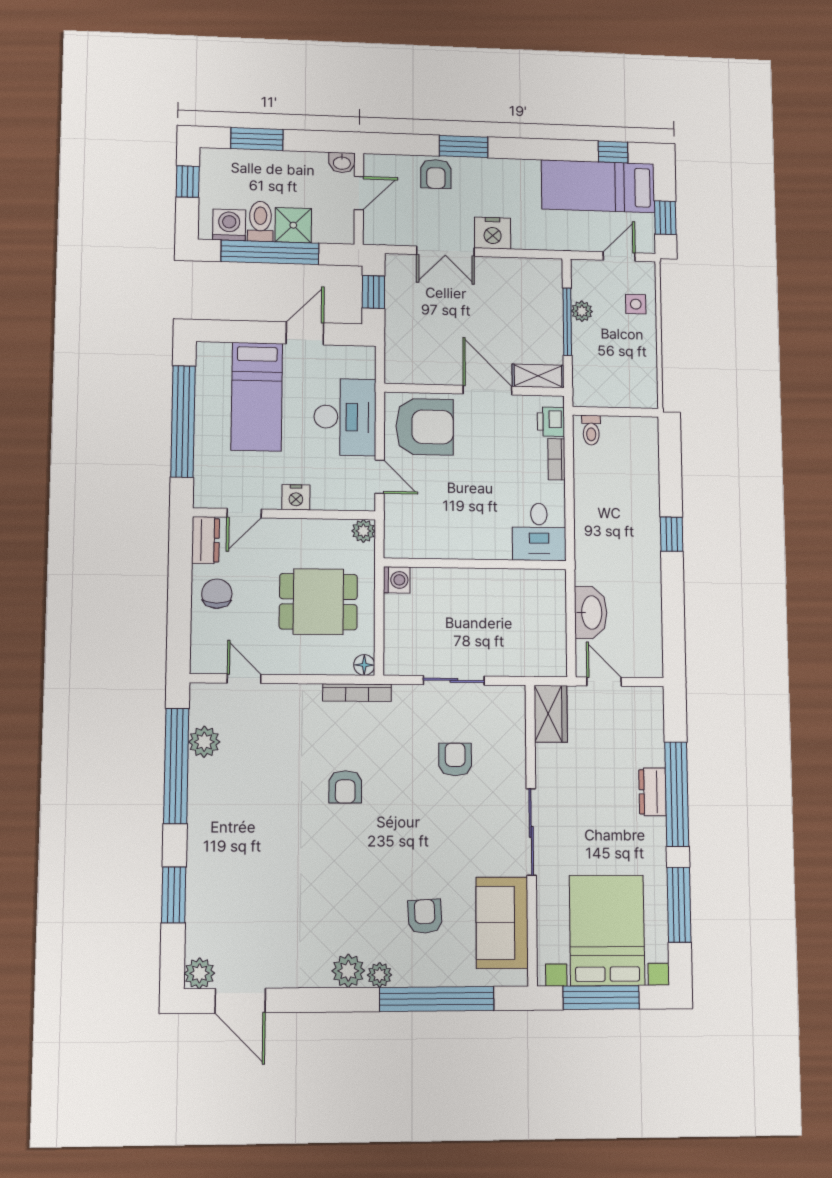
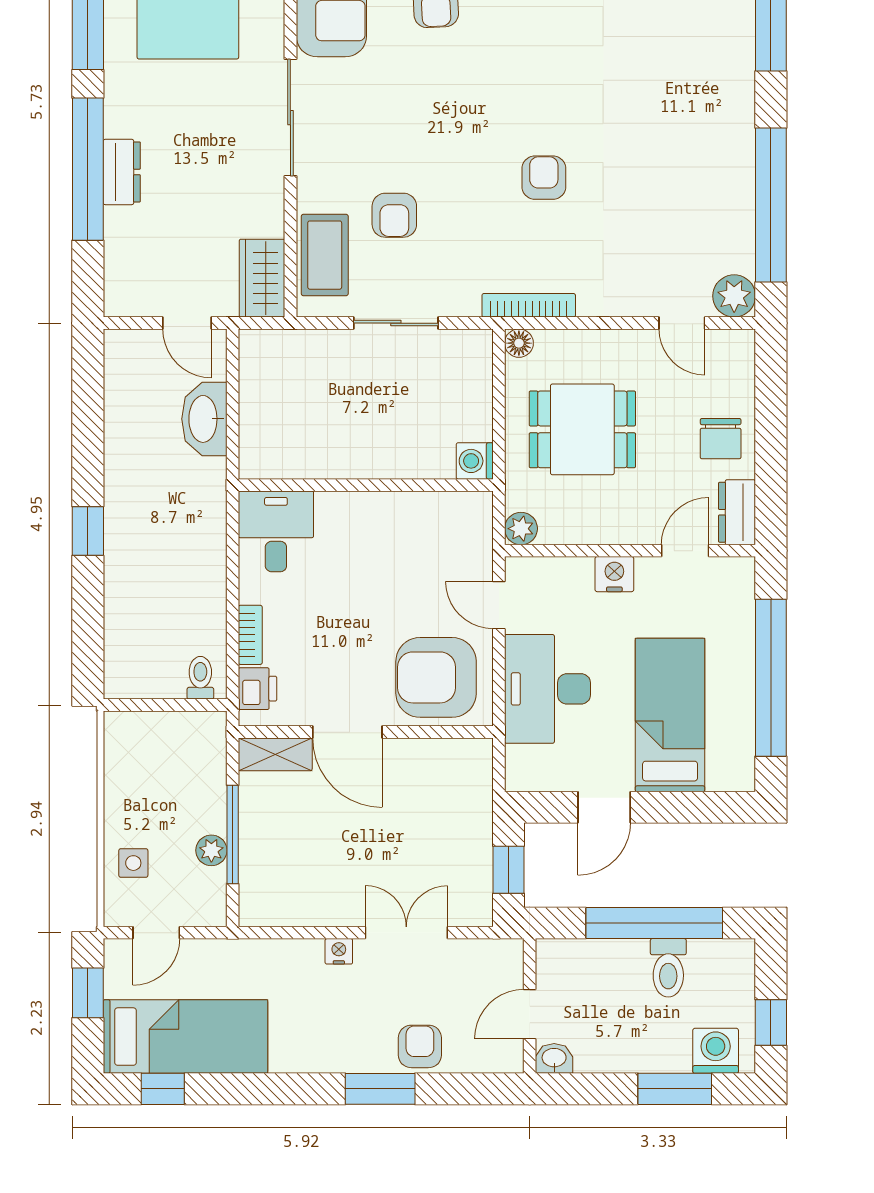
washing machine: (229, 225) -> (716, 1051), moved, turned 180
shower: (293, 225) -> (622, 964), removed
nightstand: (493, 233) -> (339, 951), width x0.53, depth x0.56
coffee table: (506, 730) -> (325, 255), added
plant: (204, 742) -> (734, 296), moved

